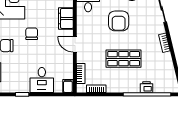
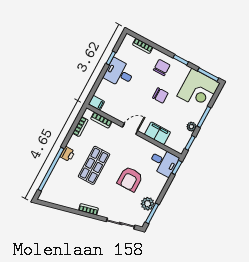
armchair: (119, 21) -> (130, 179), turned -90
desk: (42, 80) -> (119, 73), moved
printer: (146, 87) -> (68, 154), moved

